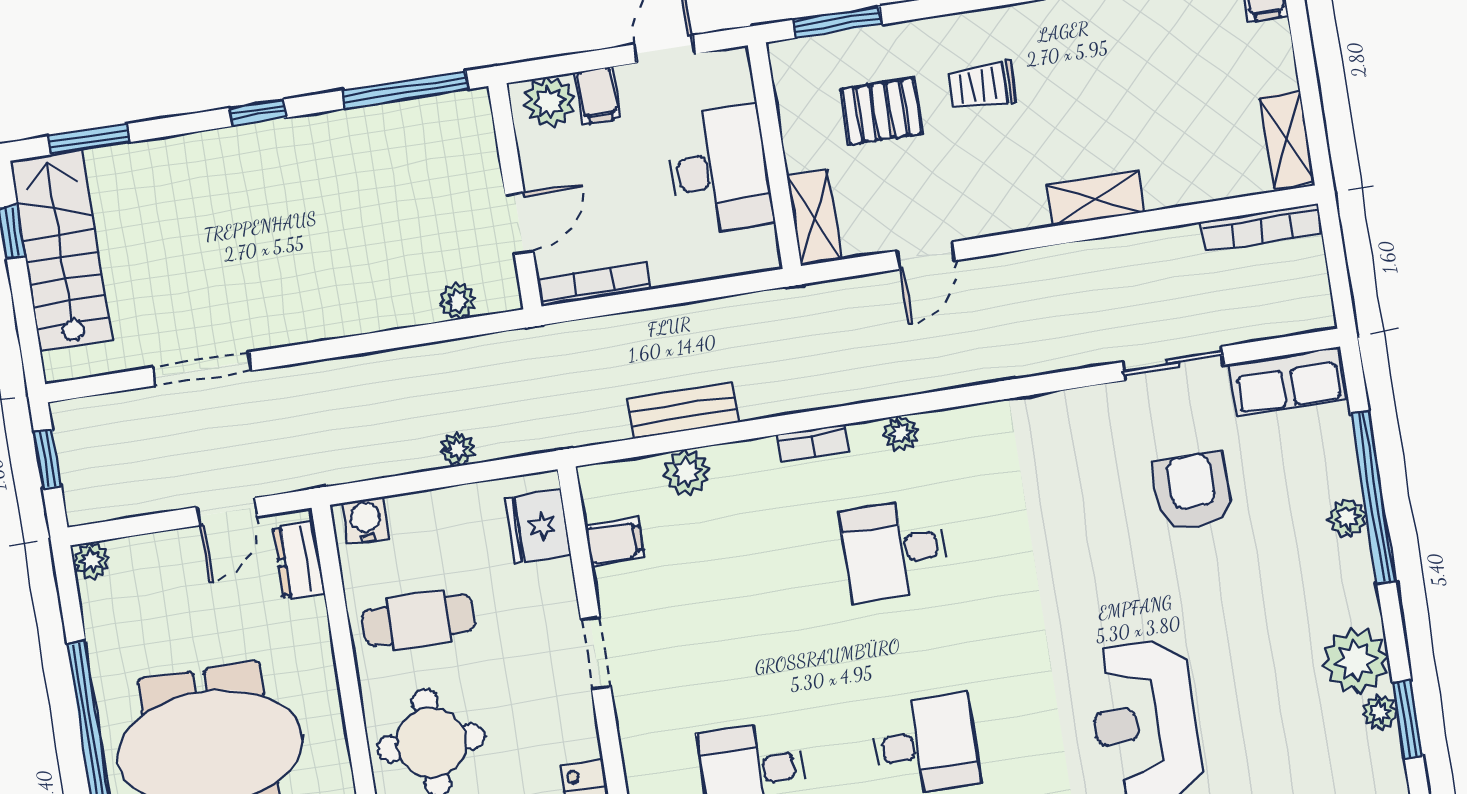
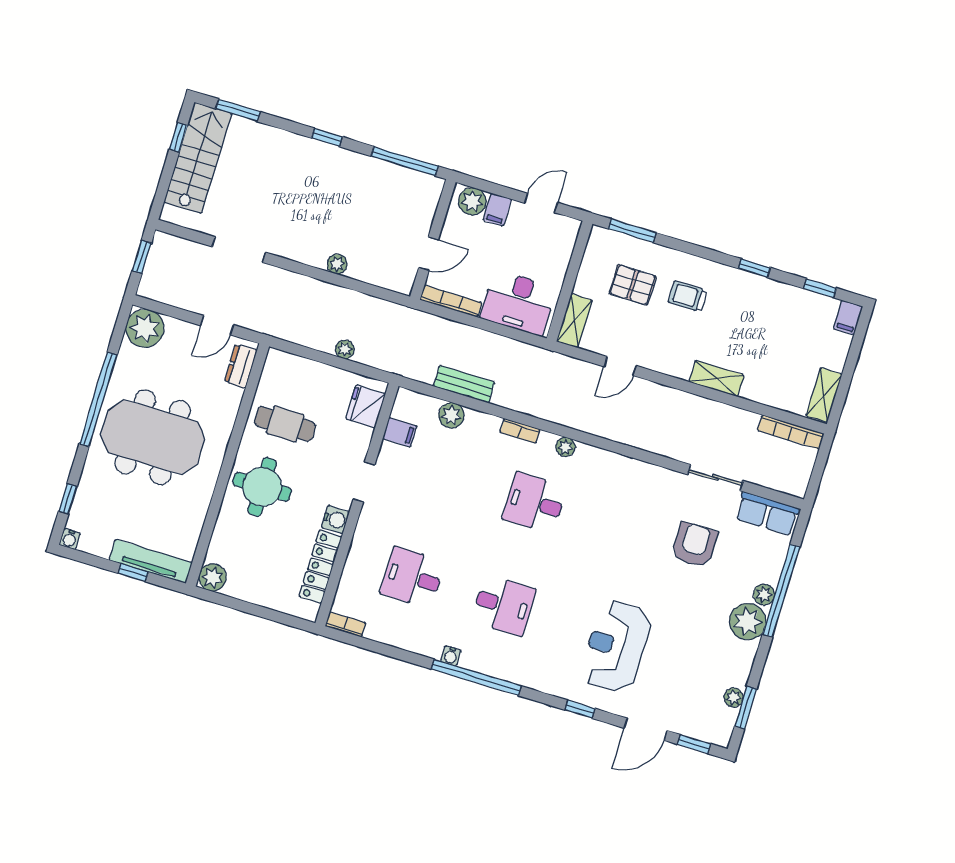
desk: (719, 170) -> (518, 303), moved, turned 90
plant: (458, 301) -> (337, 264), moved
water cooler: (366, 520) -> (335, 520), moved, turned 90
plant: (91, 561) -> (145, 328), width x1.88, depth x1.88
plant: (1356, 661) -> (748, 622), moved

